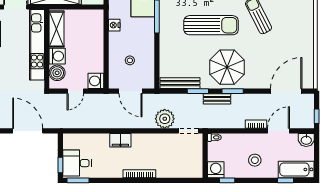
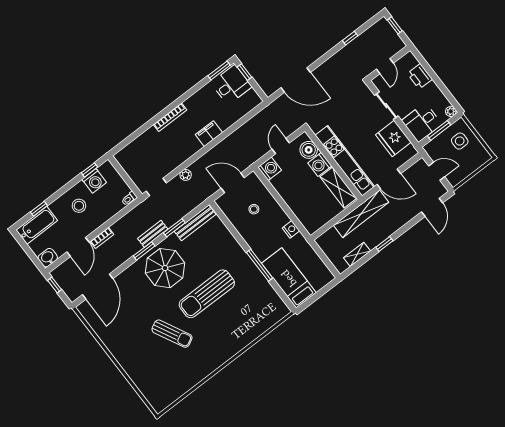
plant: (165, 119) -> (186, 175), width x0.53, depth x0.53
washing machine: (216, 170) -> (94, 181), moved

